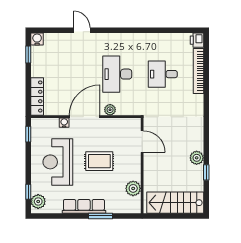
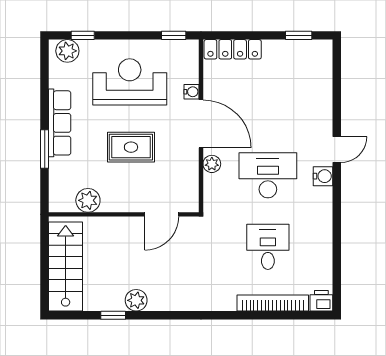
door: (82, 30) -> (337, 150), moved
water cooler: (37, 39) -> (323, 176), moved
rug: (99, 161) -> (131, 147), turned 90

